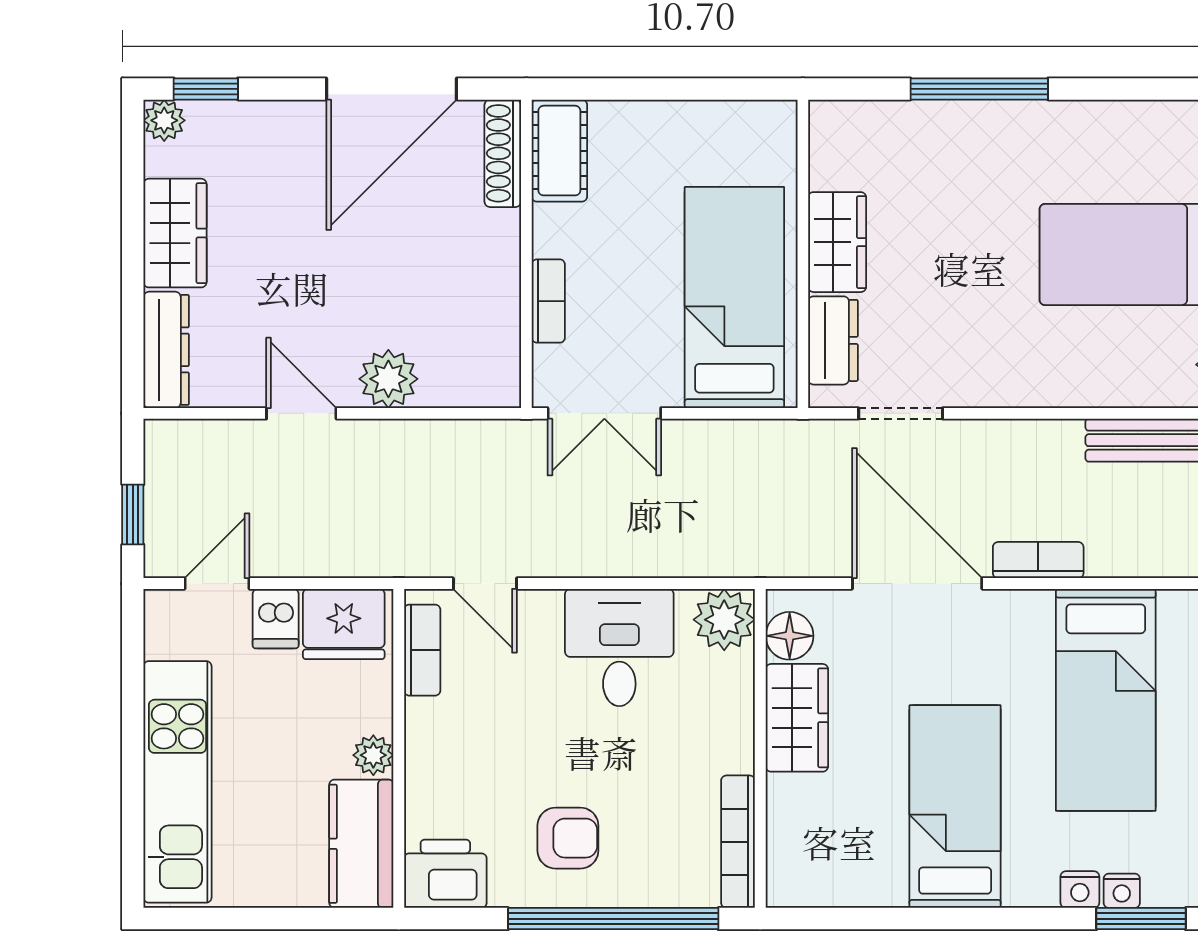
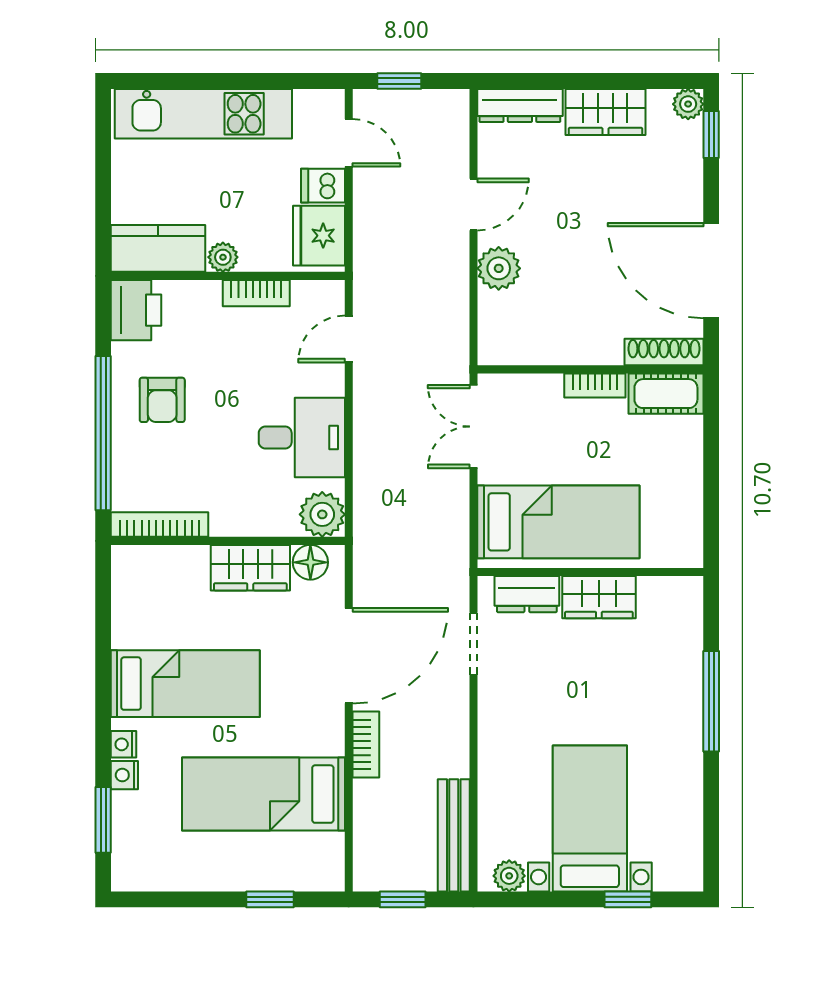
bookcase: (548, 301) -> (595, 386), moved
bookcase: (422, 650) -> (256, 293), moved
nightstand: (1122, 891) -> (124, 744), moved

